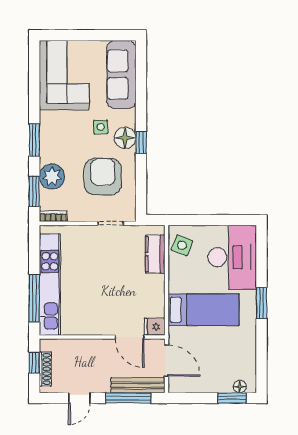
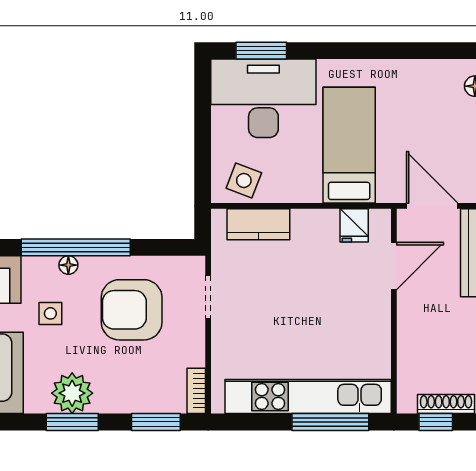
floor lamp: (125, 138) -> (68, 265), width x0.53, depth x0.53
window: (141, 142) -> (76, 247), width x3.17
plant: (52, 177) -> (72, 393), moved
window: (261, 303) -> (261, 51), moved
fridge: (155, 327) -> (354, 225), moved
door: (166, 360) -> (432, 206), hinge flipped

